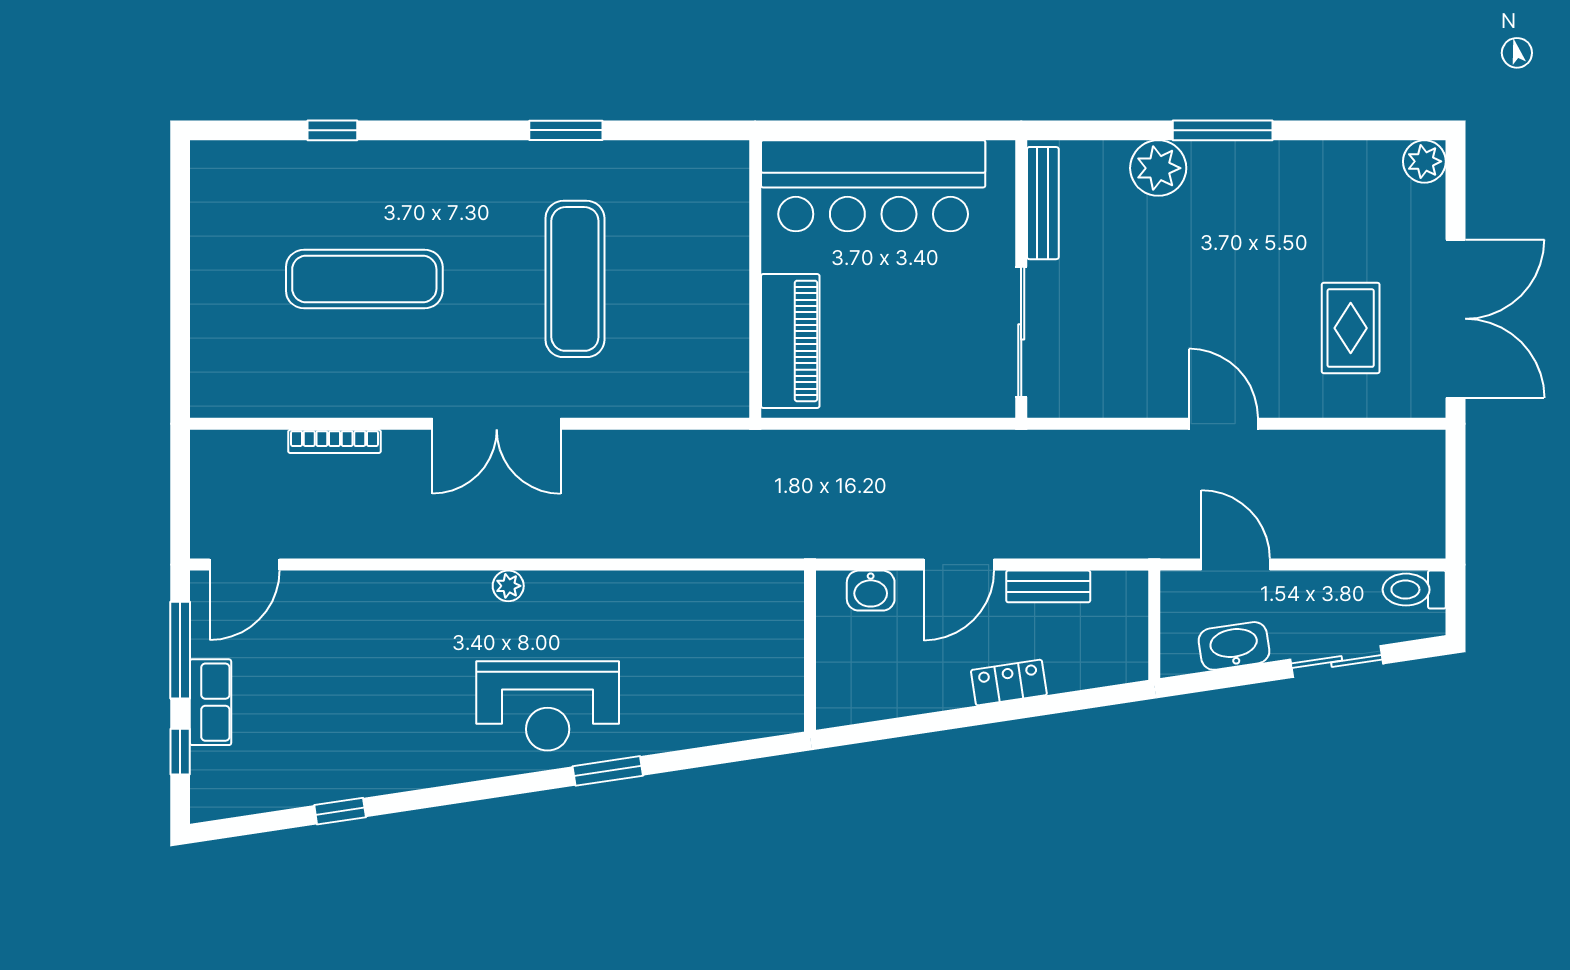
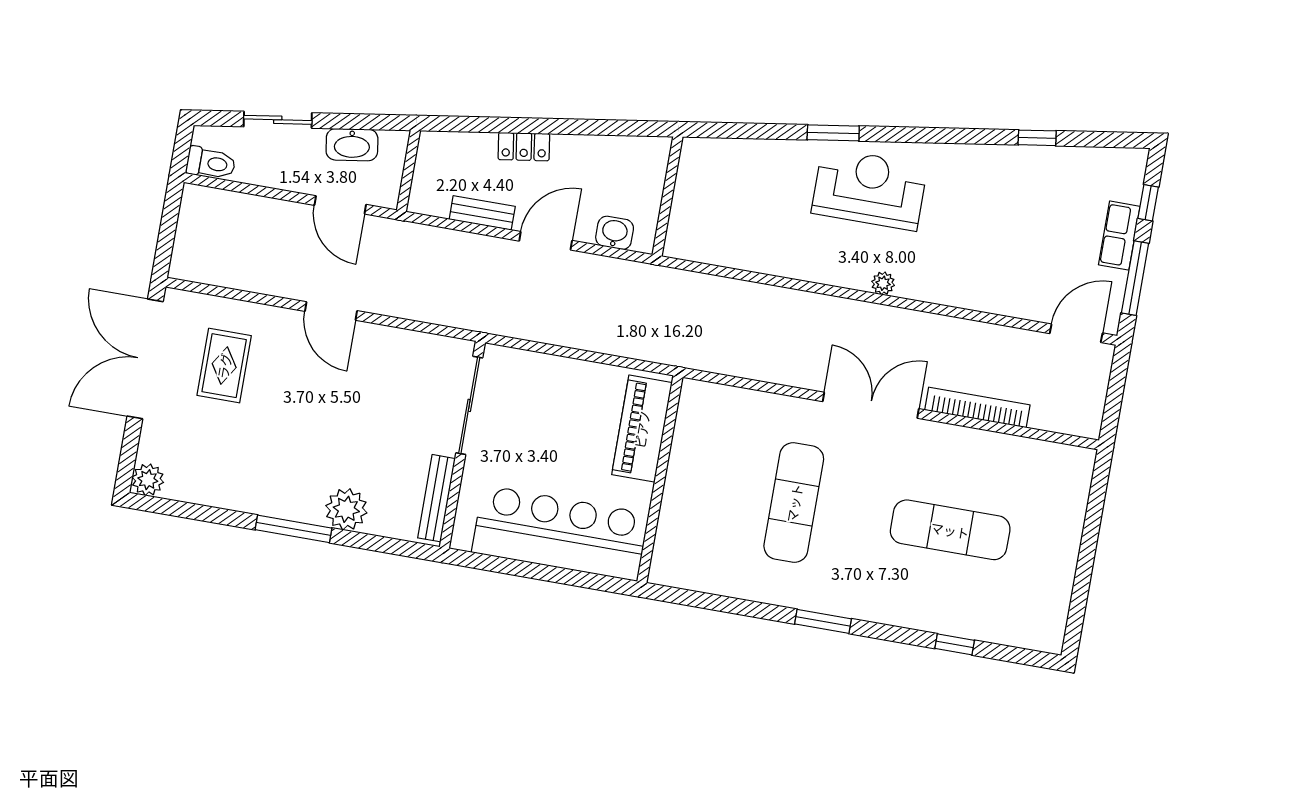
window: (566, 130) -> (823, 621), moved
bookcase: (334, 441) -> (977, 407), width x1.48, depth x1.31

